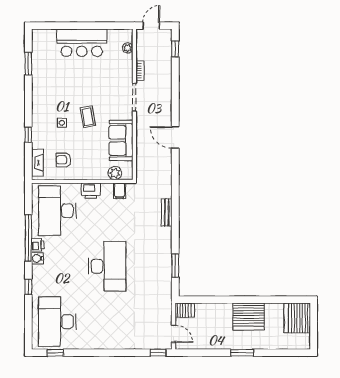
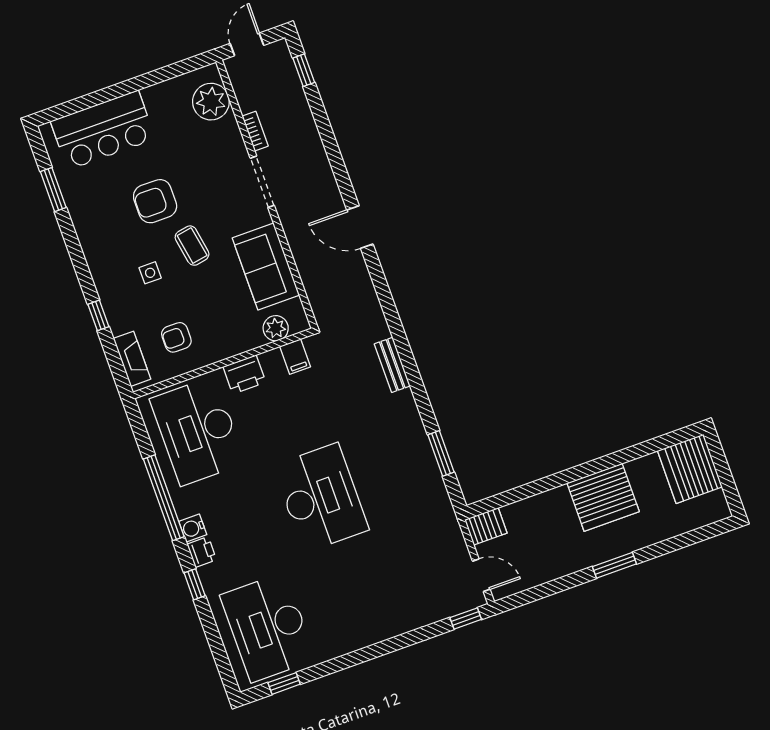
bar counter: (82, 43) -> (103, 130), moved
plant: (128, 48) -> (211, 102), width x1.87, depth x1.87
armchair: (77, 88) -> (155, 201), added
printer: (38, 245) -> (202, 552), moved

